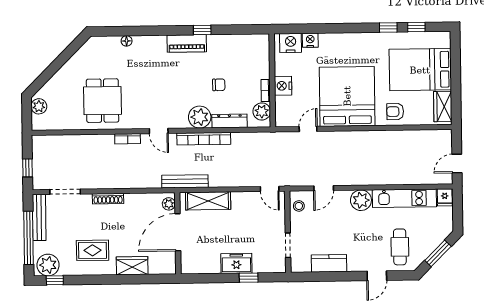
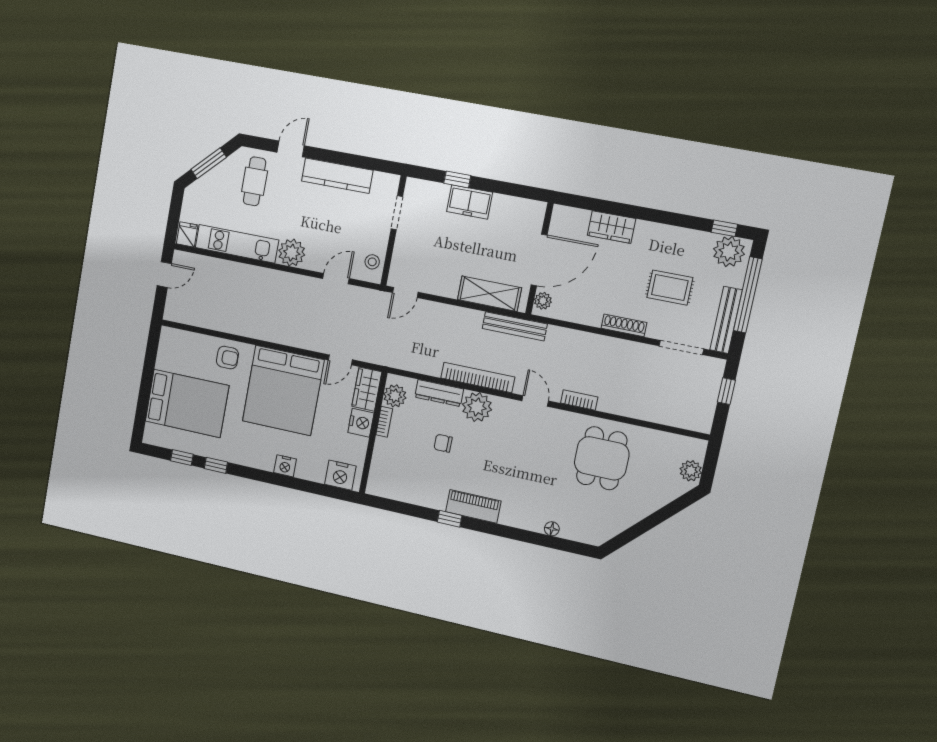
nightstand: (310, 40) -> (285, 466), moved
wardrobe: (443, 107) -> (367, 389), moved, turned 180
door: (270, 189) -> (405, 292), swing flipped
rug: (93, 250) -> (670, 288), moved
kitchen counter: (329, 263) -> (337, 176), width x1.50

